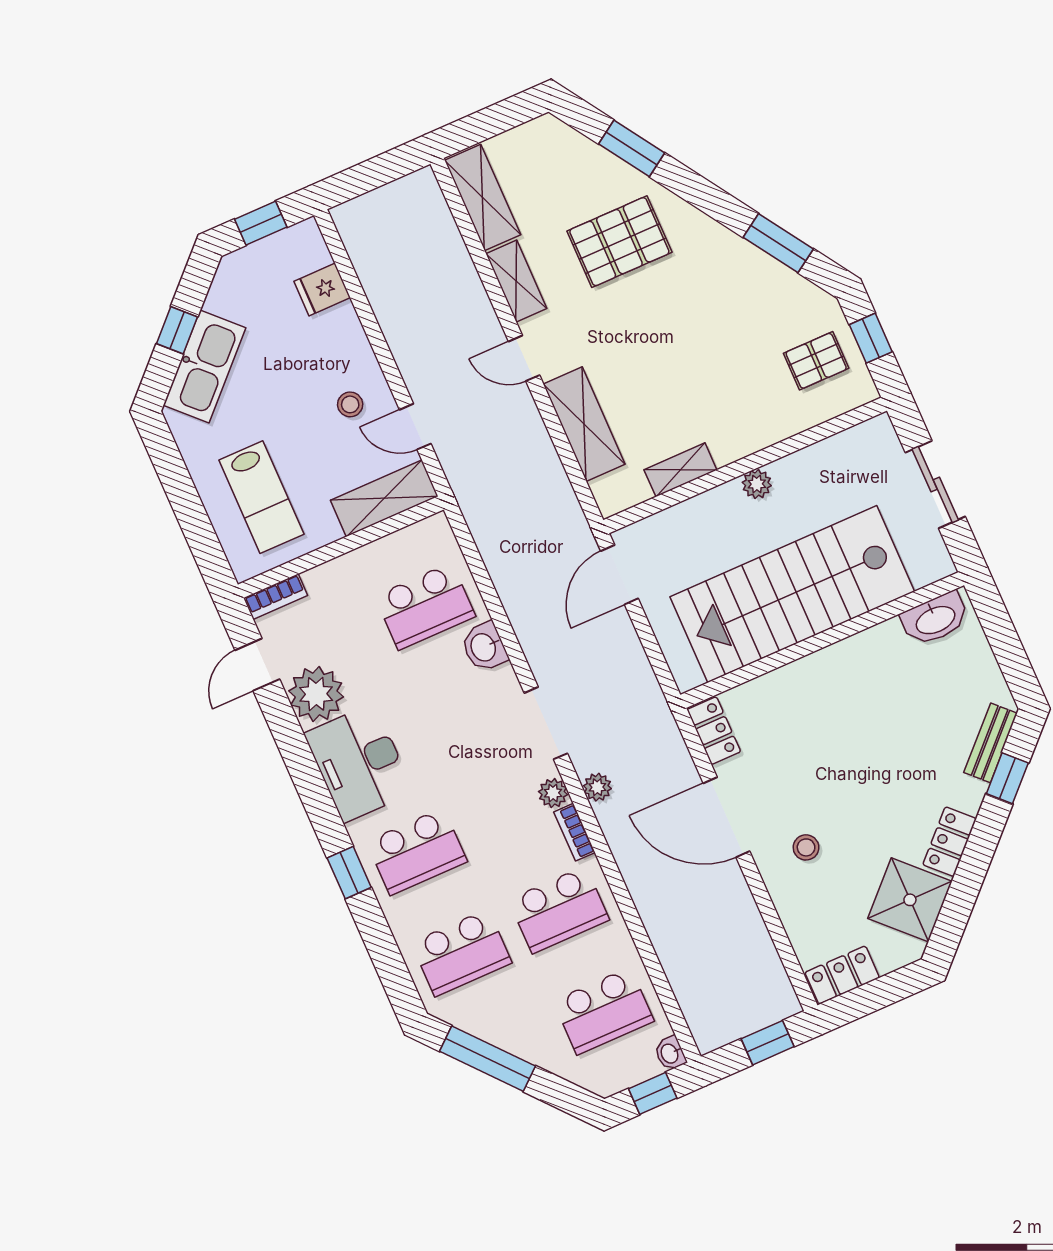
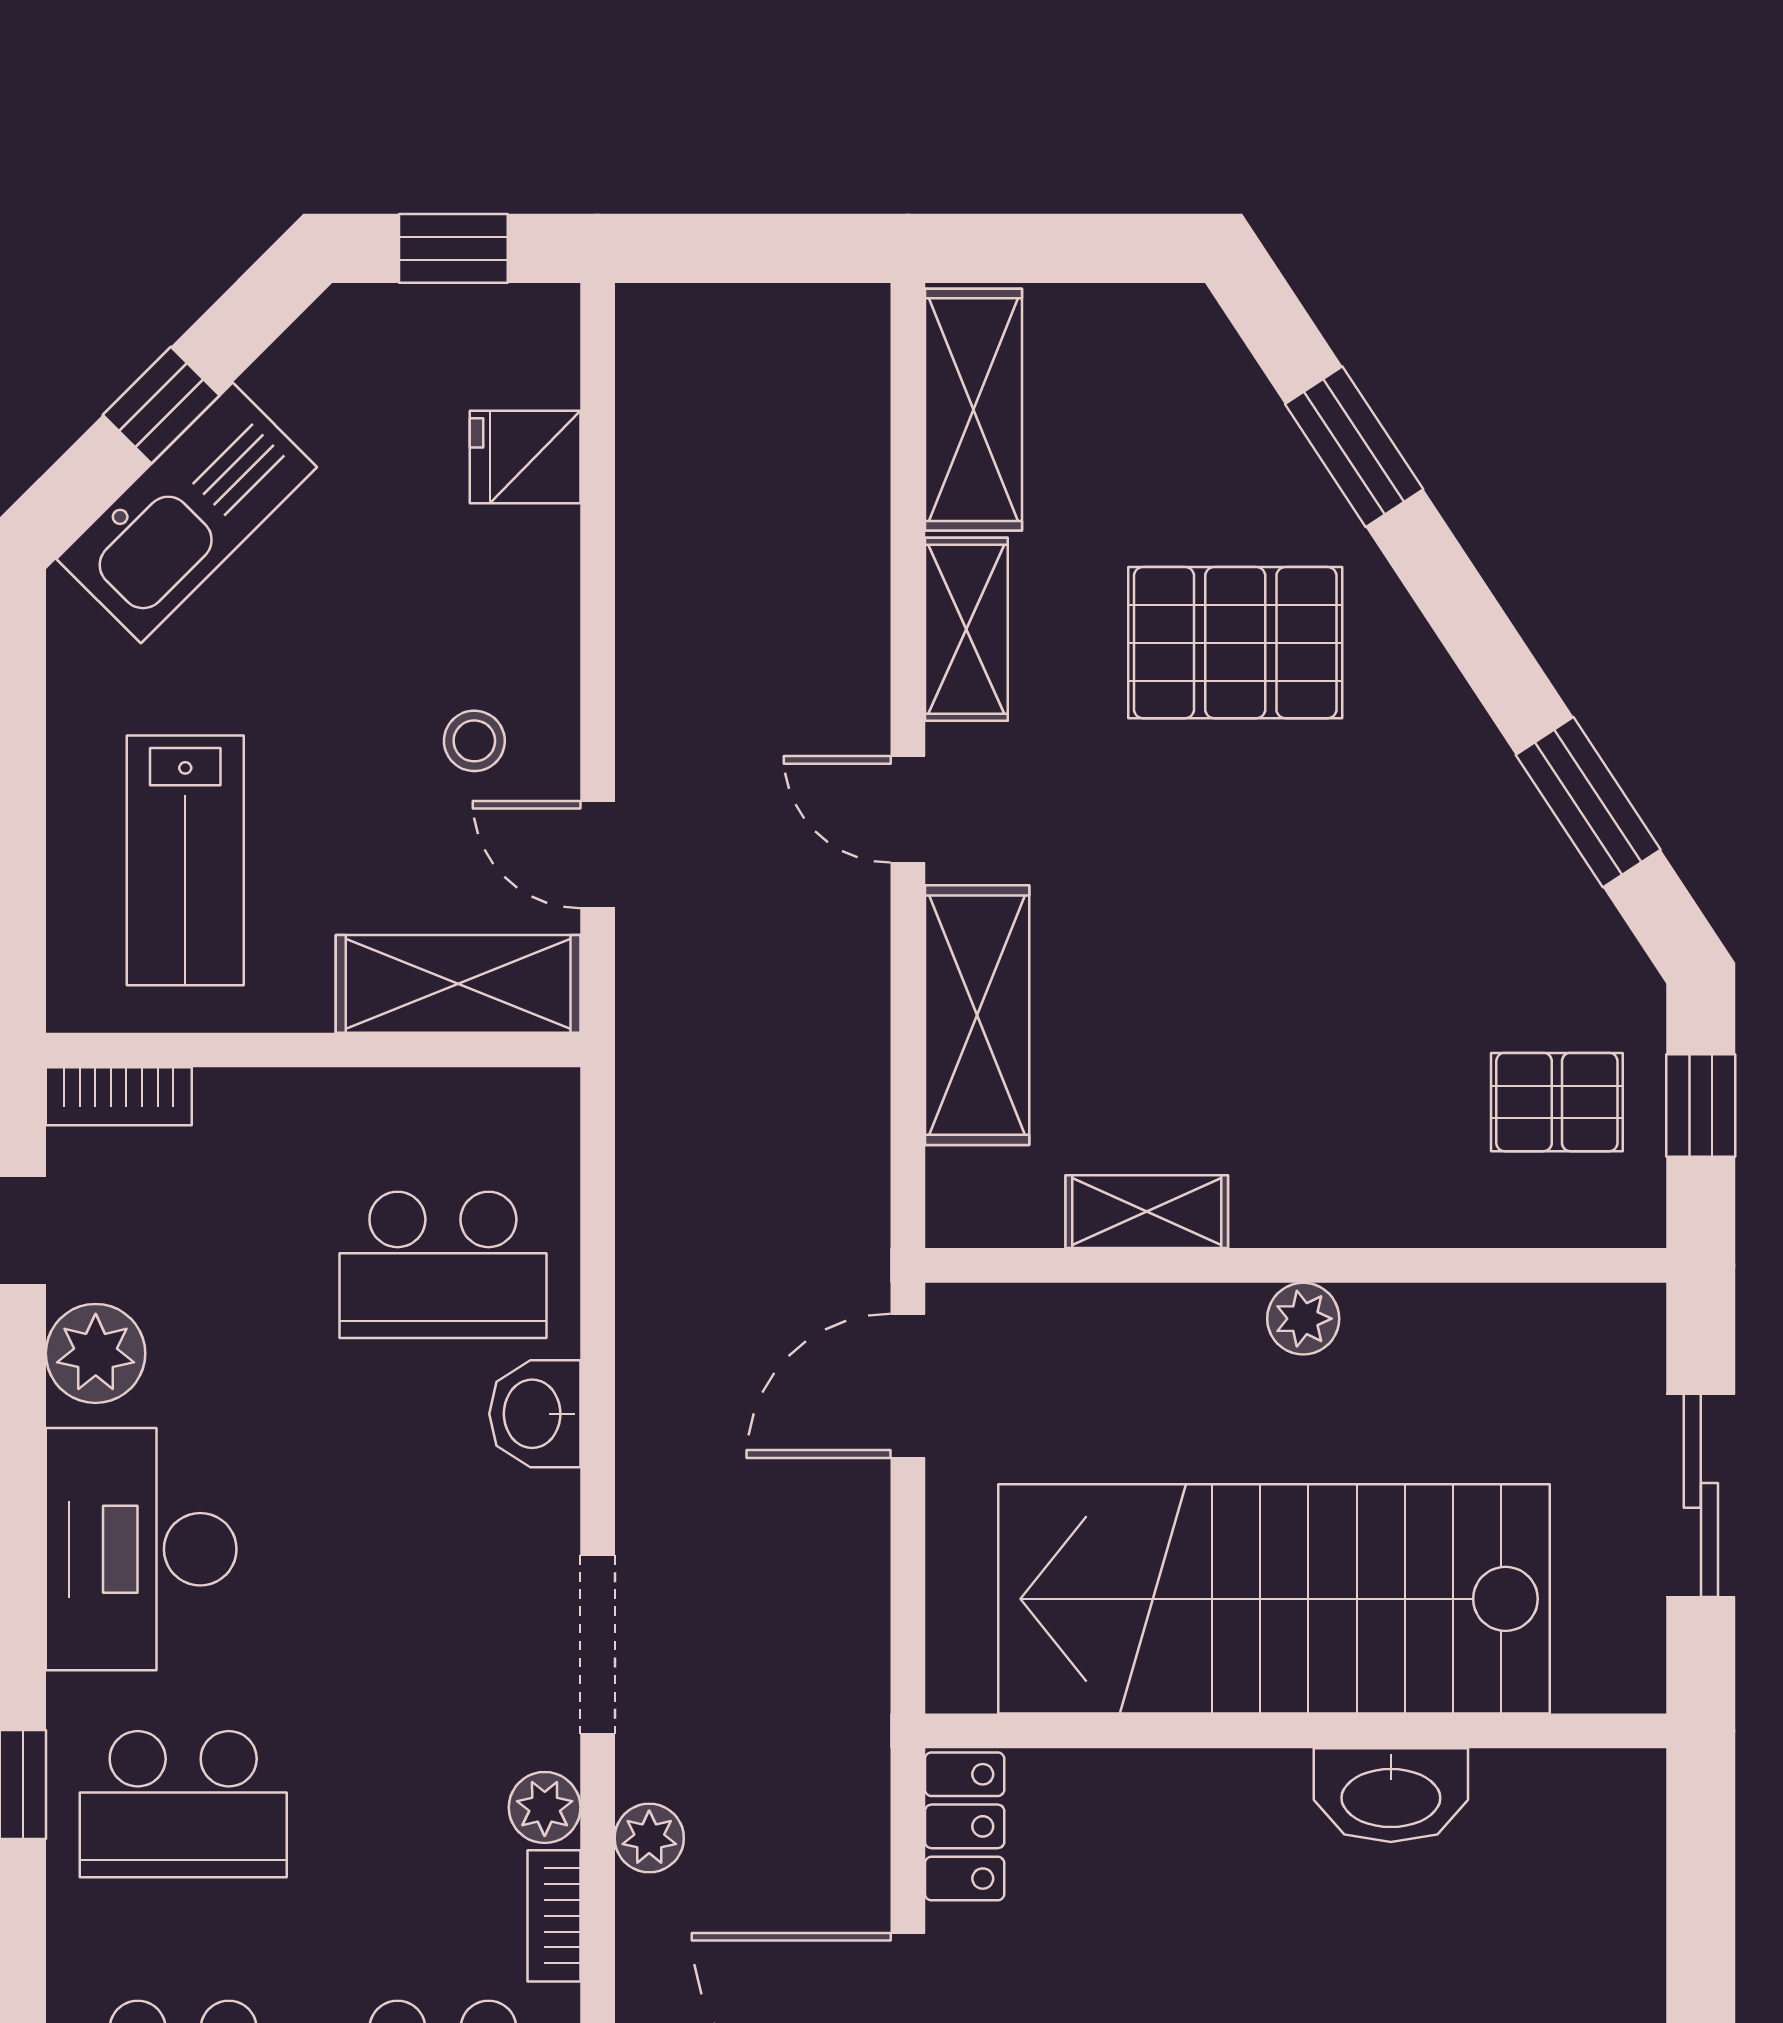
washbasin: (935, 619) -> (1391, 1795), moved
plant: (316, 694) -> (96, 1353), width x0.73, depth x0.73

